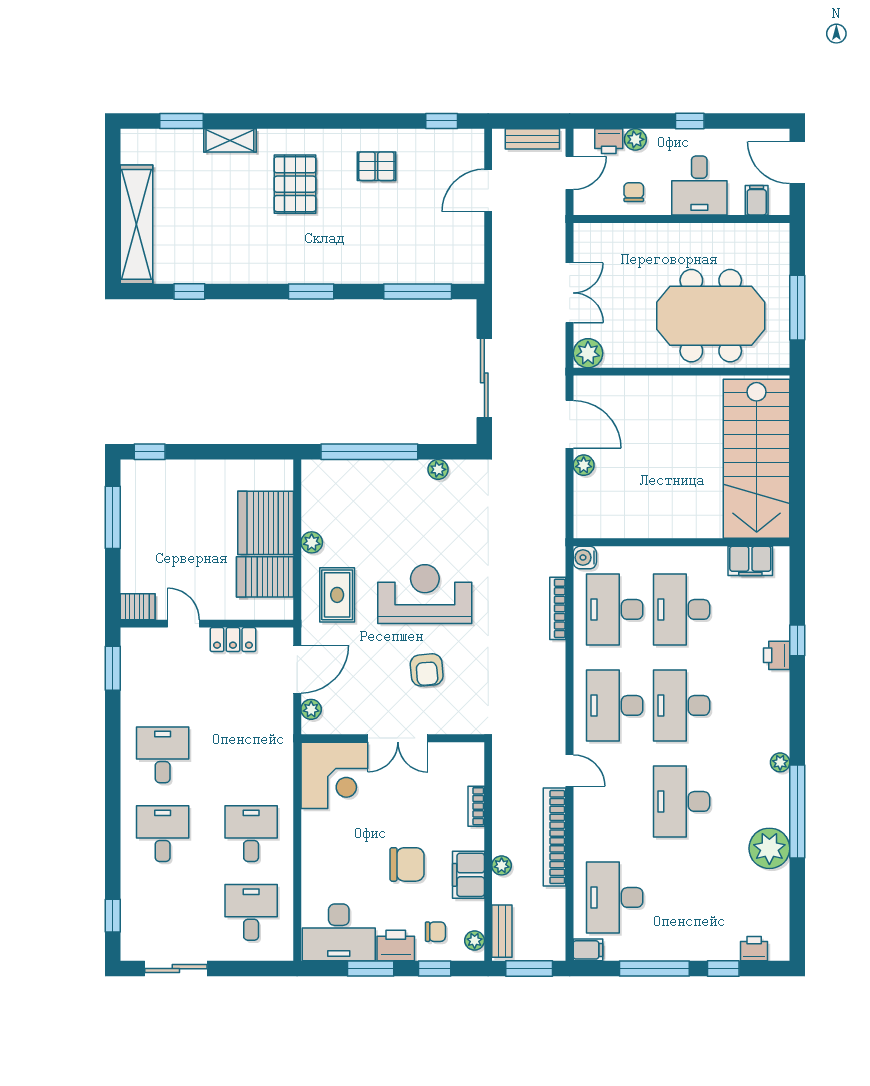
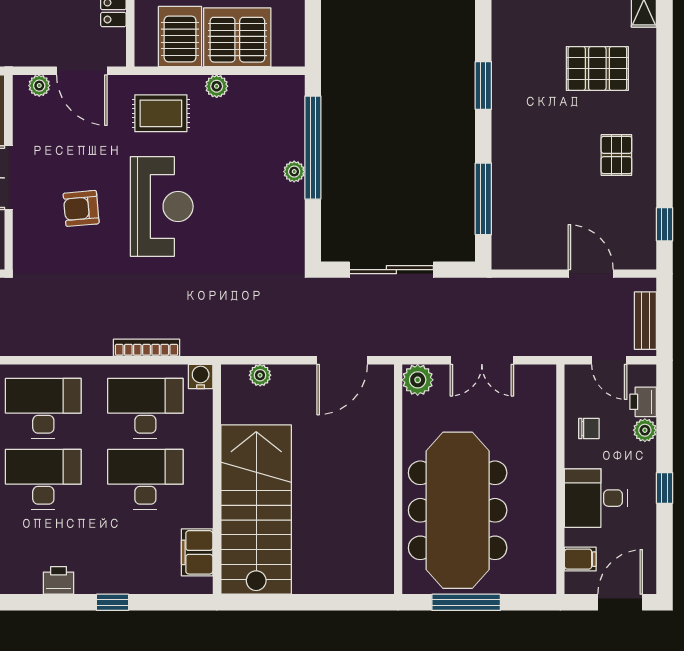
meeting table: (711, 316) -> (458, 510), width x1.36
stairs: (757, 459) -> (256, 510), moved, turned 90
plant: (584, 465) -> (260, 375), moved
plant: (438, 469) -> (294, 172), moved
printer: (777, 655) -> (59, 580), moved

